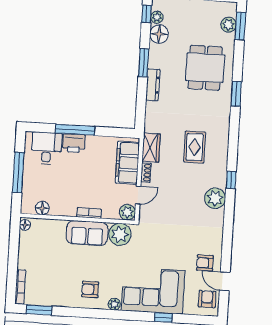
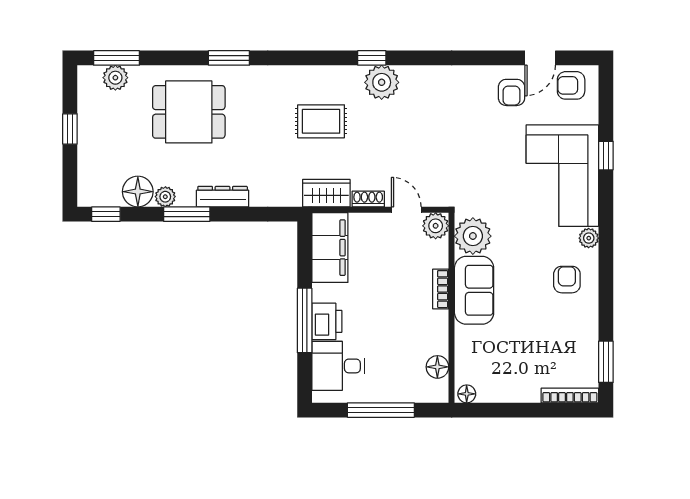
plant: (157, 17) -> (165, 197), moved
filing cabinet: (127, 163) -> (330, 248), moved, turned -90
plant: (215, 198) -> (382, 82), moved
armchair: (90, 289) -> (567, 280), turned 180

